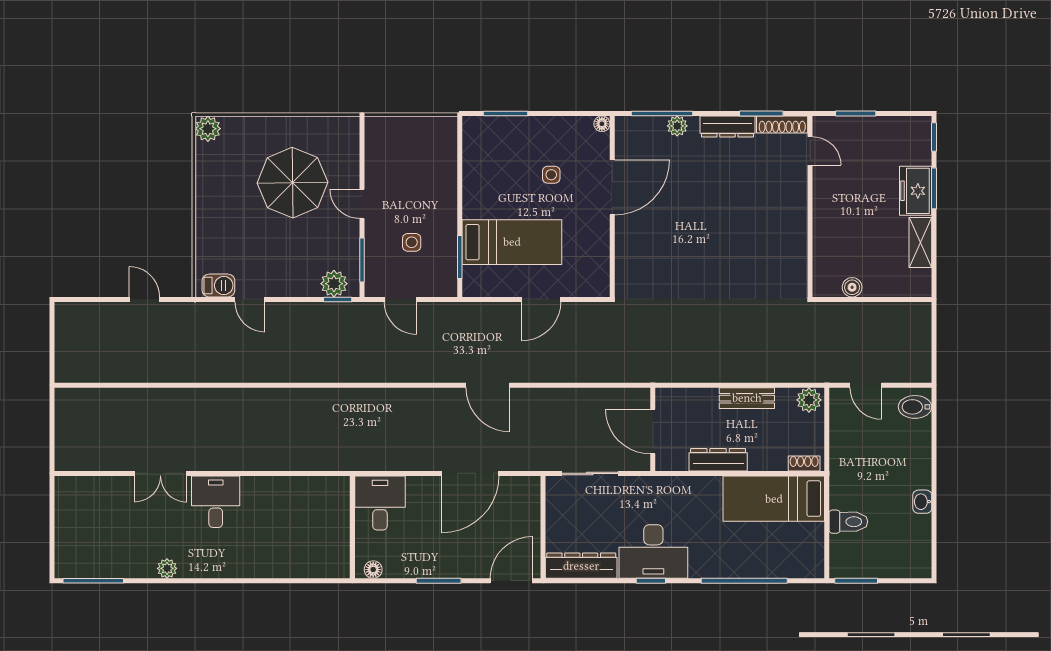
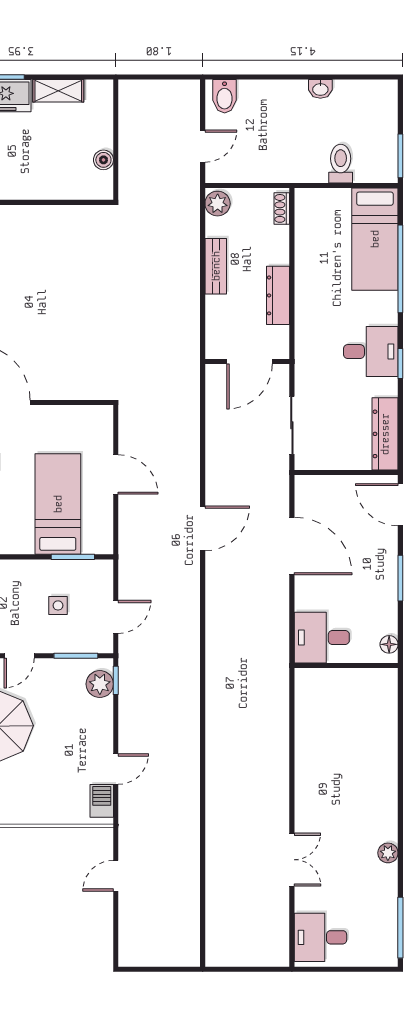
bed: (774, 499) -> (375, 239), moved
desk: (216, 502) -> (320, 937), moved
desk: (653, 551) -> (371, 352), width x0.73

